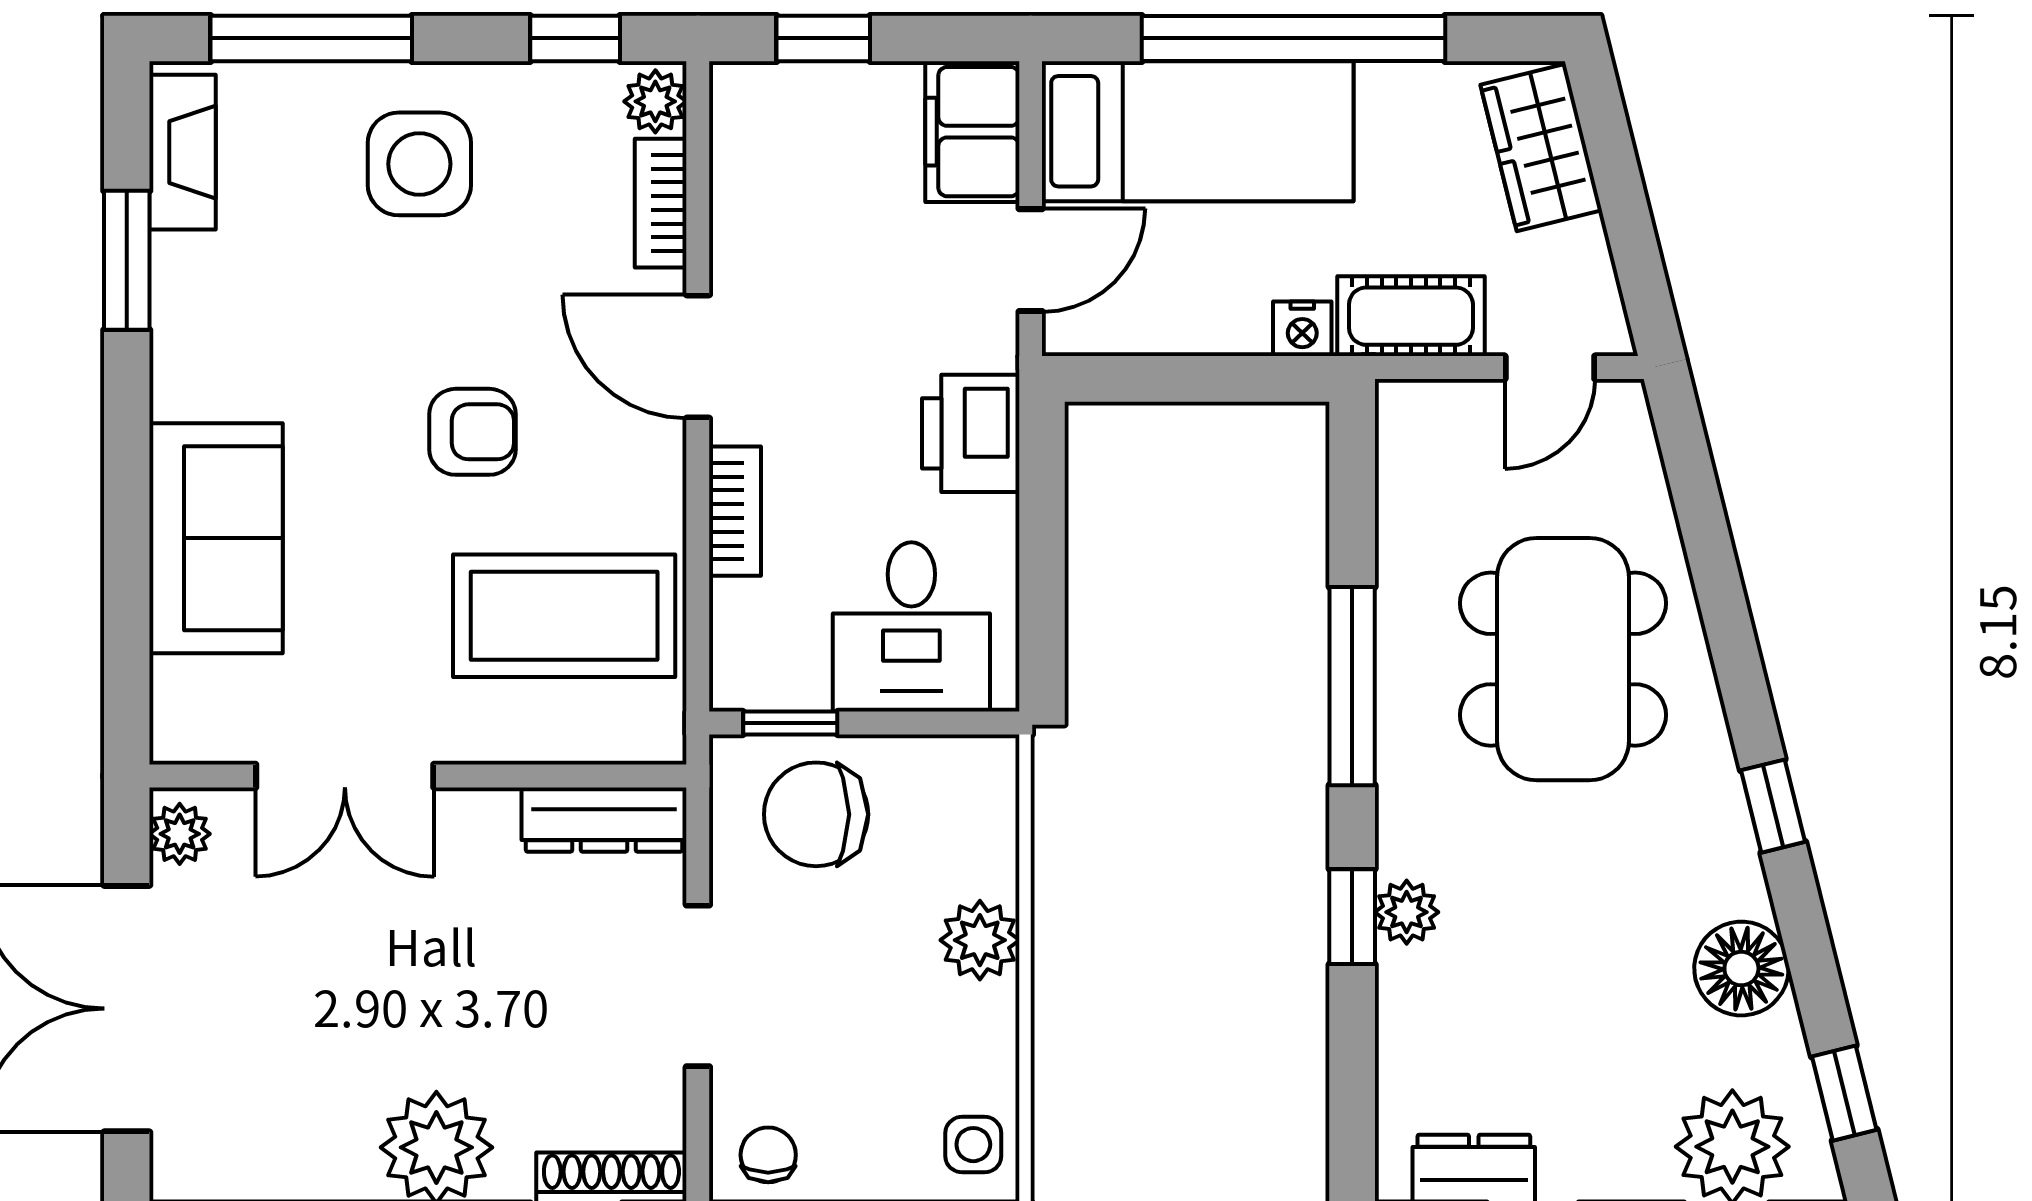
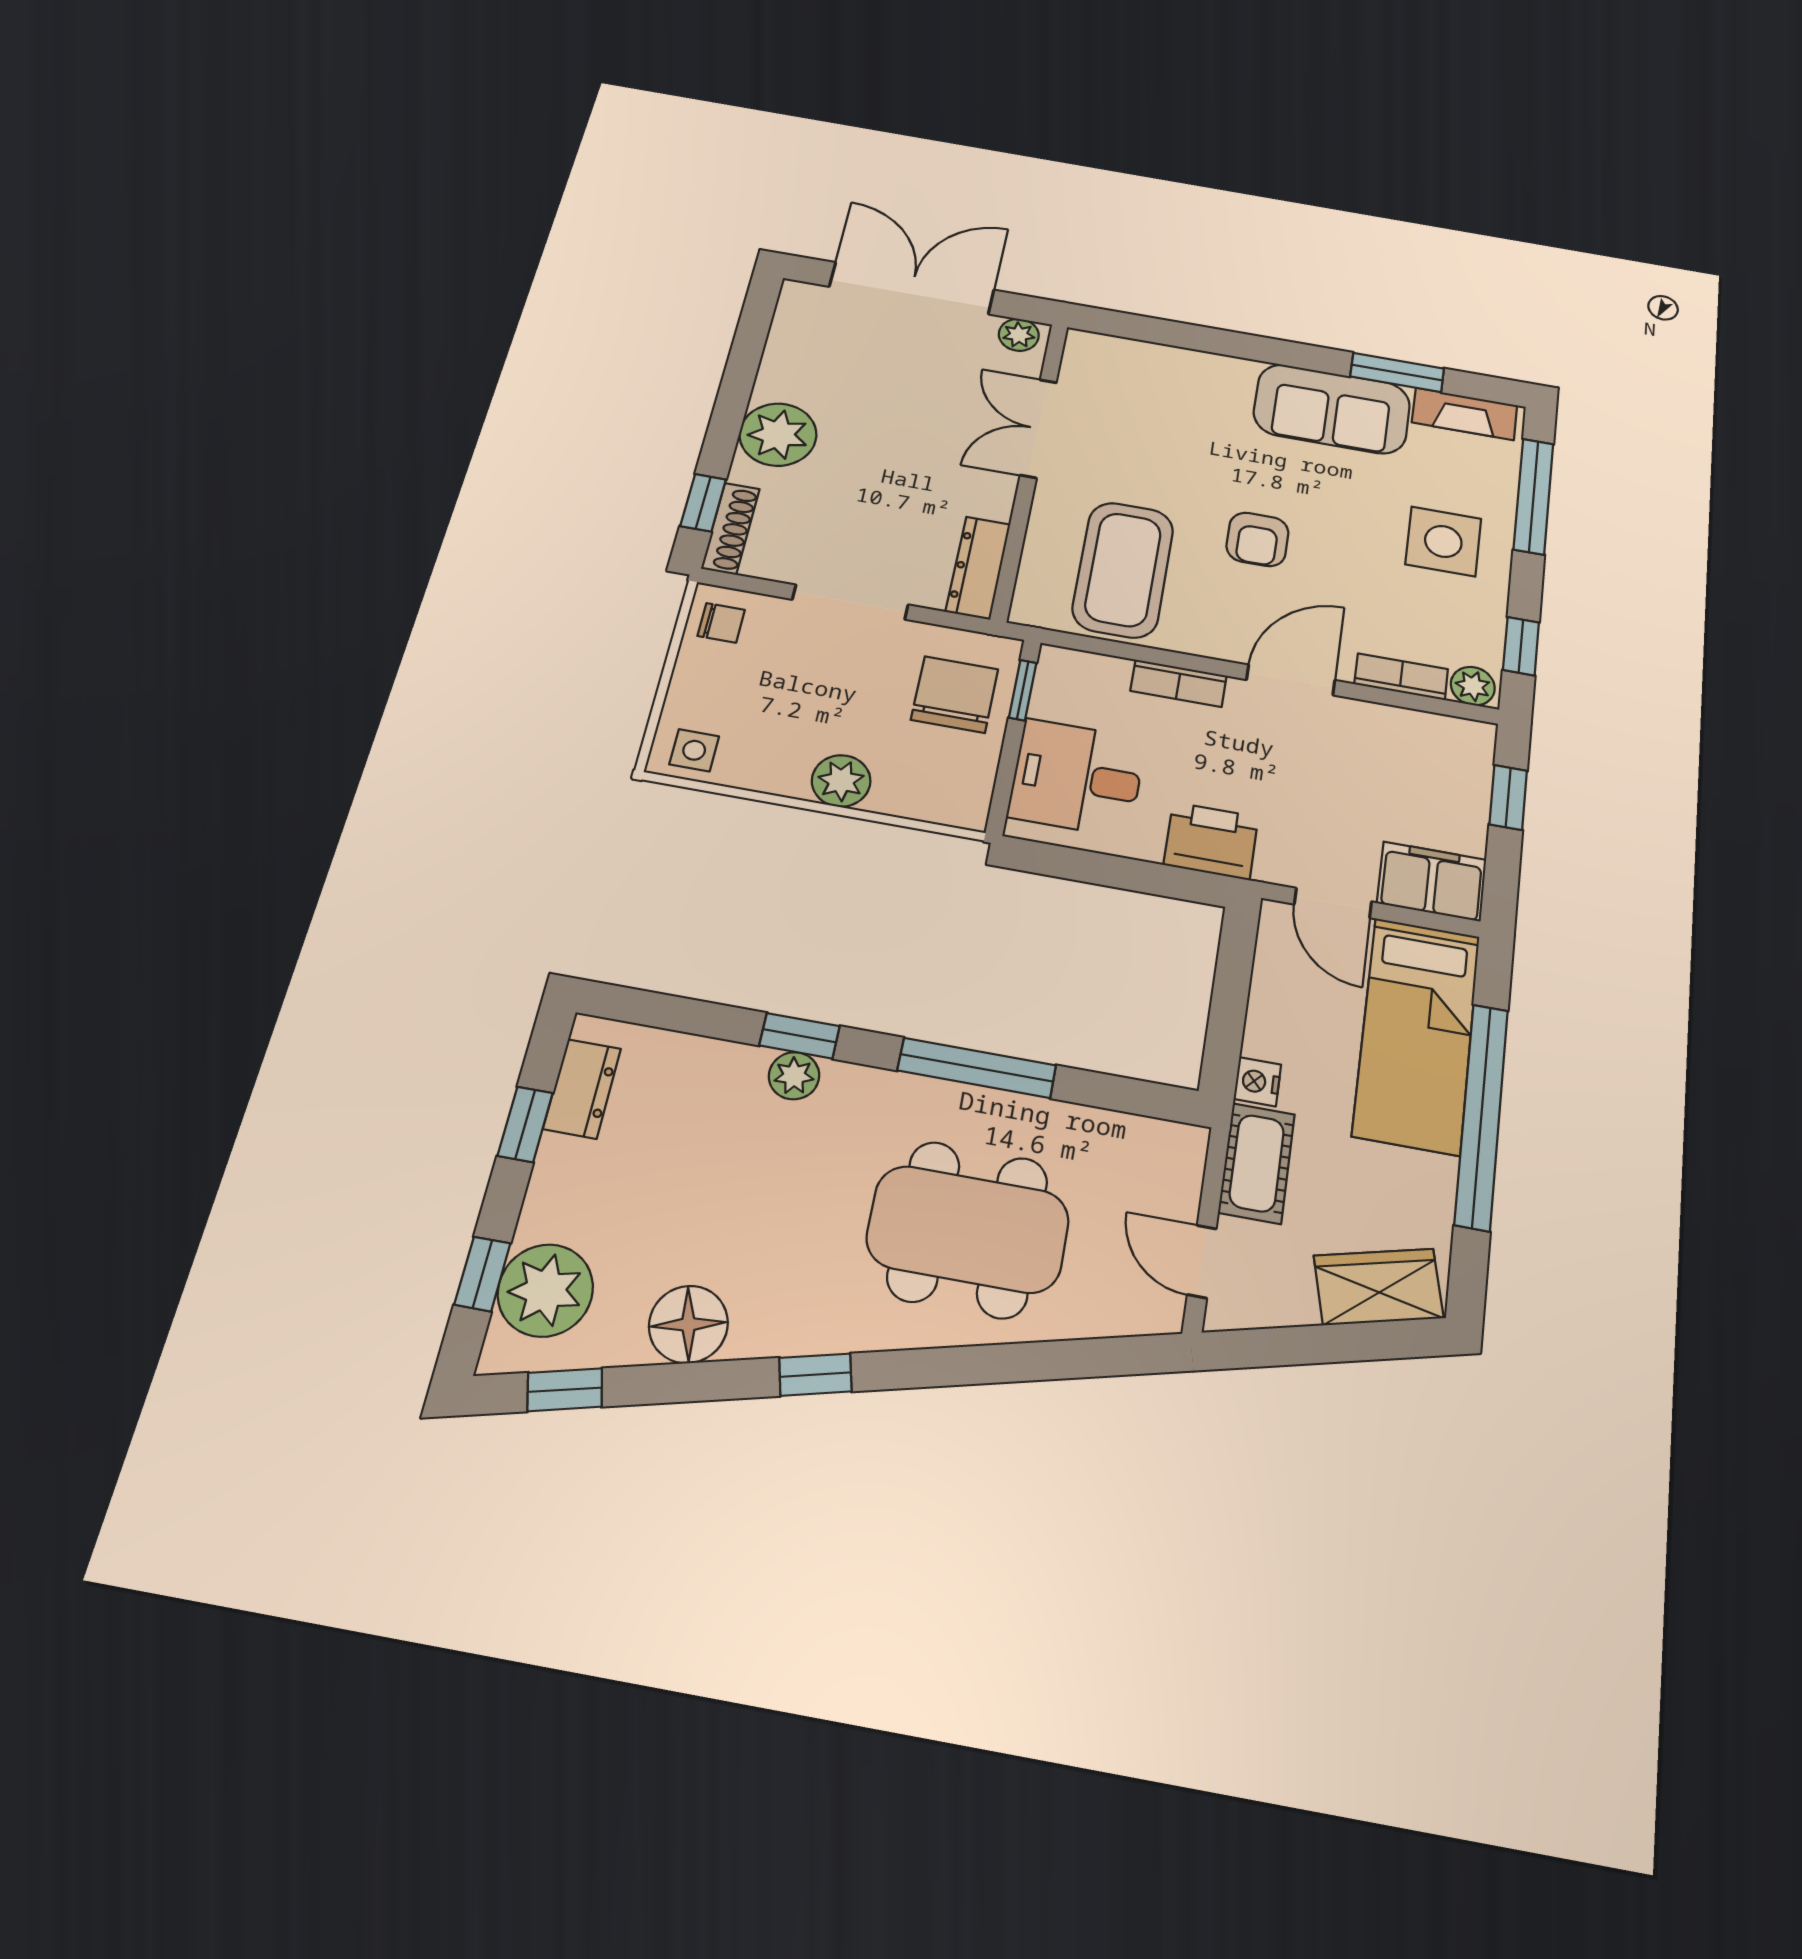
sofa: (216, 538) -> (1332, 409), moved

